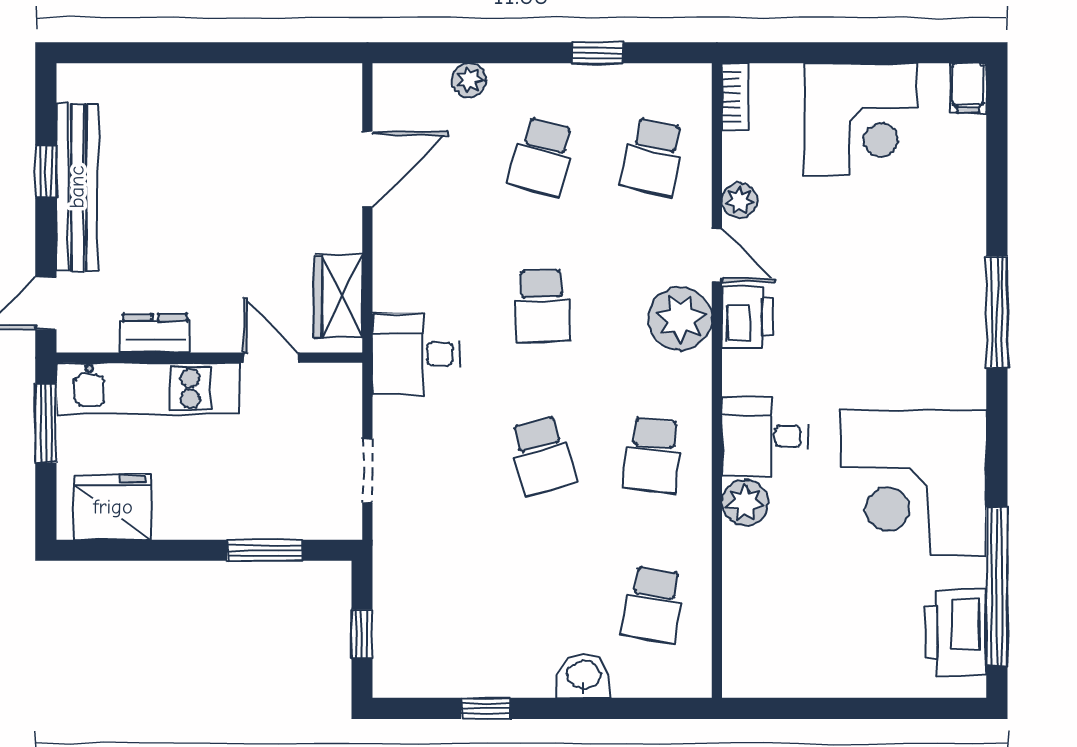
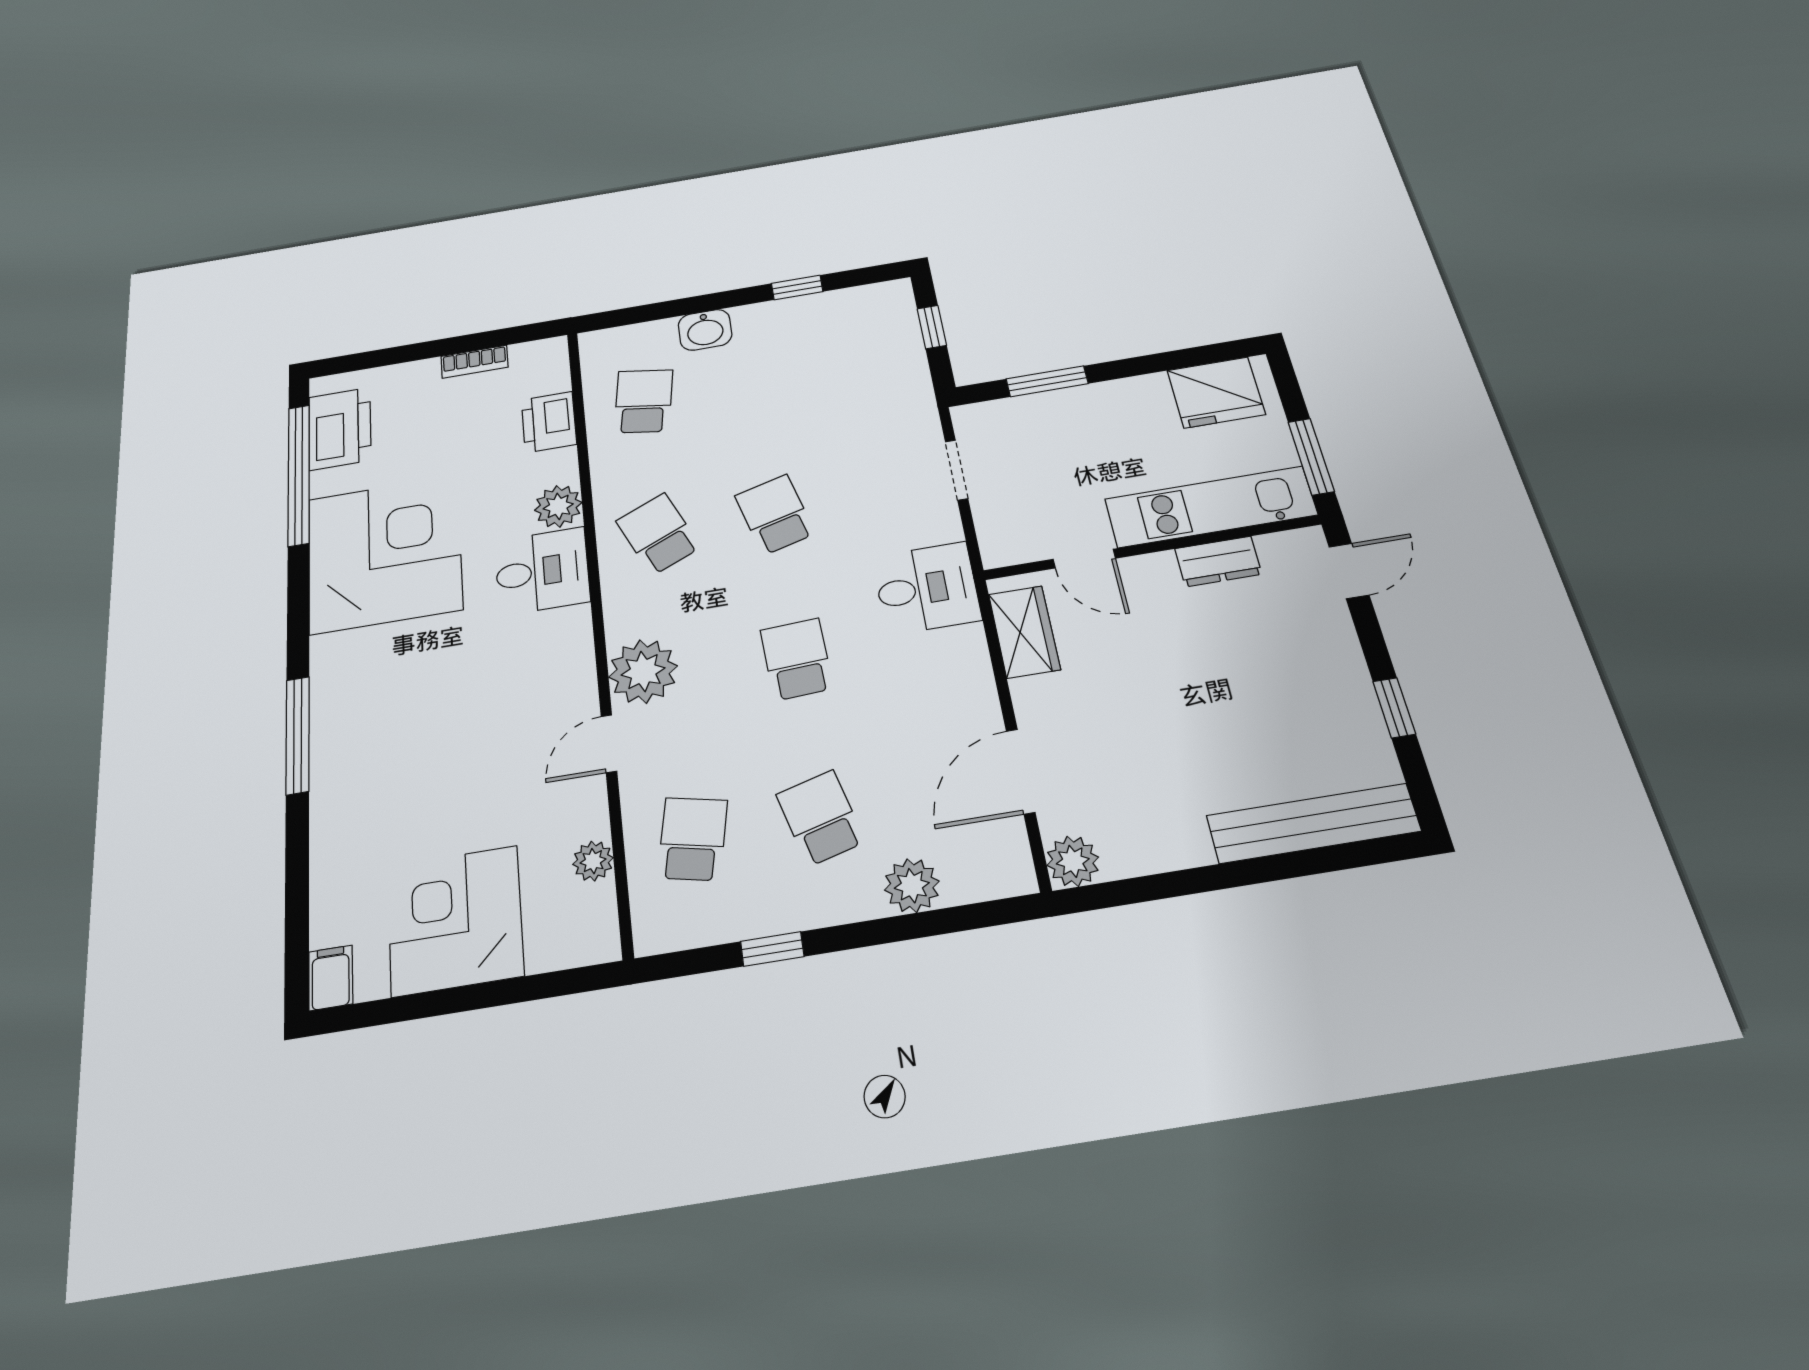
plant: (469, 80) -> (912, 886), width x1.38, depth x1.38
plant: (341, 85) -> (1073, 861), added
bookcase: (735, 97) -> (474, 362), moved, turned -90
school desk: (542, 157) -> (821, 818), turned -30
bench: (77, 187) -> (1313, 823), moved, turned 90
plant: (740, 200) -> (593, 861), moved
door: (717, 255) -> (609, 744), hinge flipped
printer: (747, 317) -> (549, 422), moved
school desk: (653, 455) -> (658, 534), turned -30

